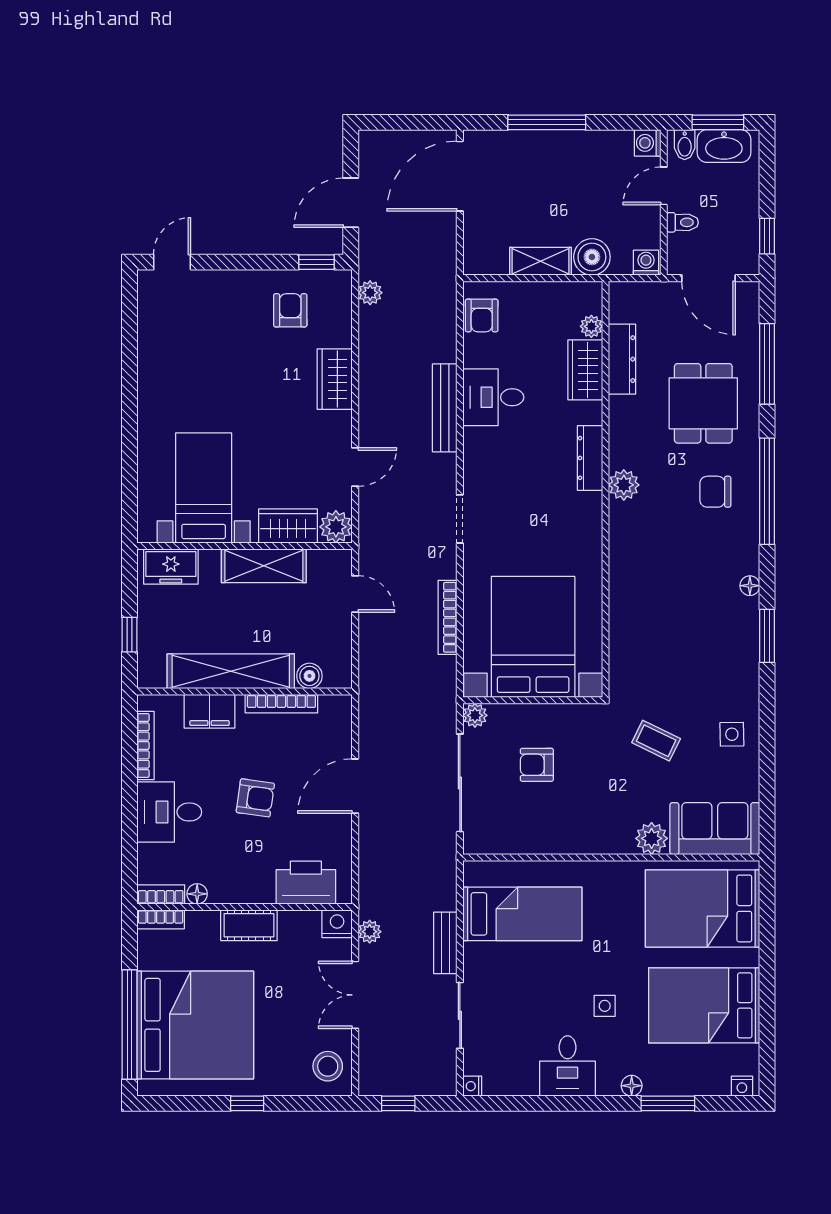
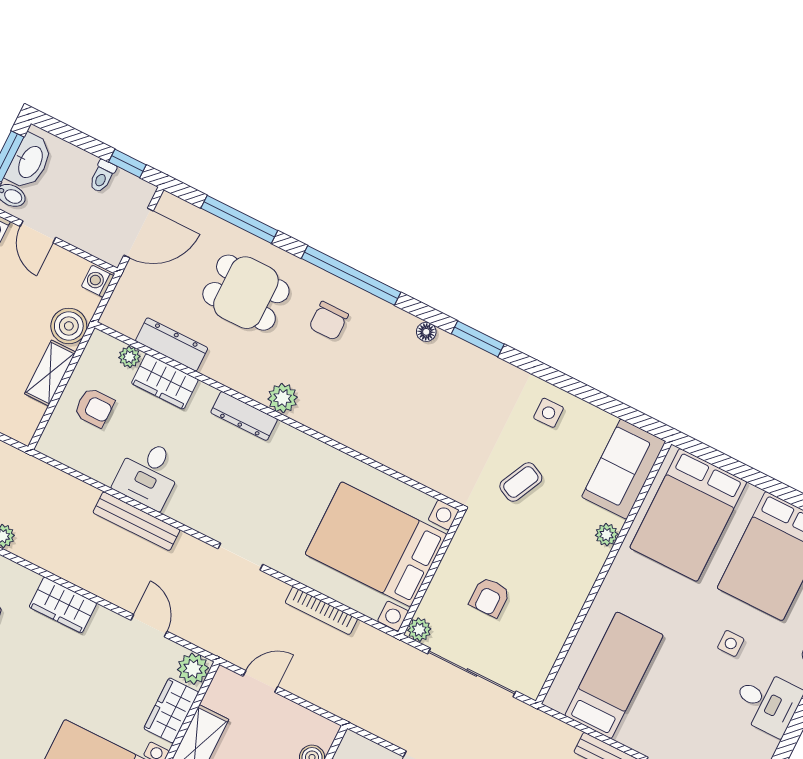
toilet: (682, 222) -> (102, 176), moved, turned 180
armchair: (482, 315) -> (94, 407), moved
plant: (652, 838) -> (607, 535), width x0.73, depth x0.73

